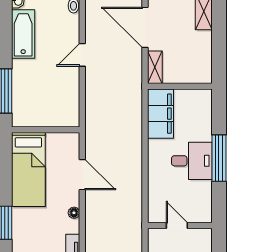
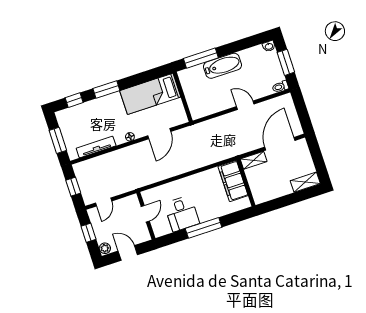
bathtub: (23, 34) -> (223, 66), moved
filing cabinet: (160, 114) -> (233, 181), moved, turned 90
desk: (192, 161) -> (182, 213), moved

